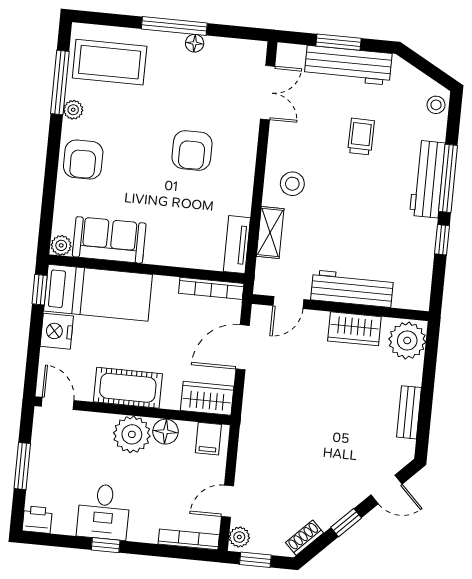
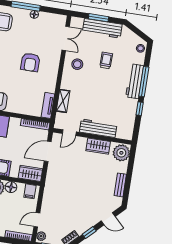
stool: (292, 184) -> (77, 64), moved

